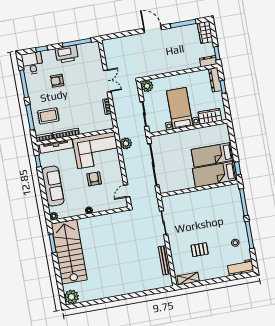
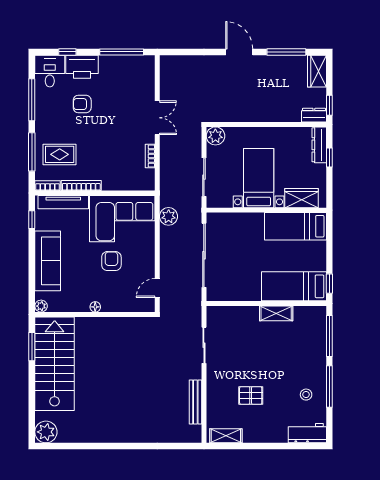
printer: (67, 54) -> (82, 67), moved
bed: (213, 155) -> (296, 226), moved
shelving: (207, 194) -> (276, 313), added

